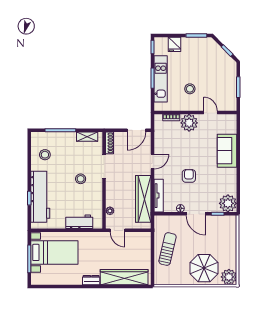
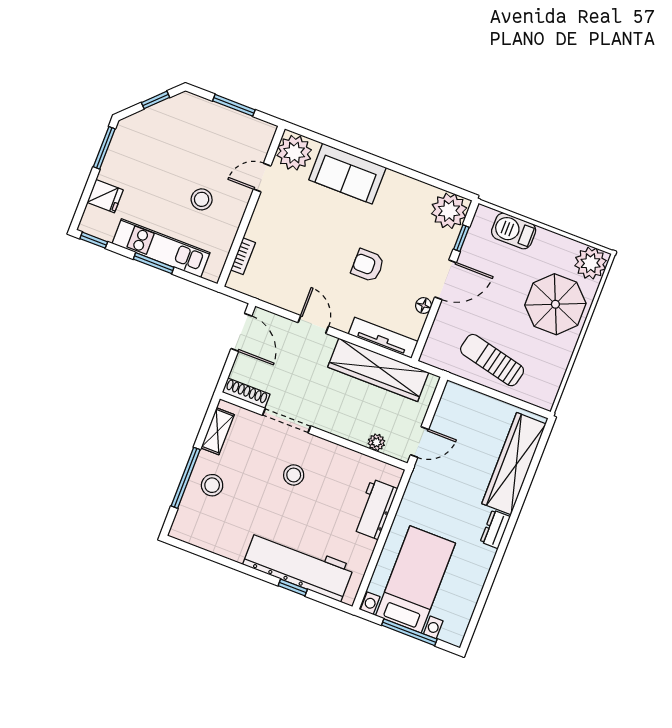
plant: (189, 123) -> (294, 153), moved
stool: (45, 155) -> (212, 485), moved
barbecue: (230, 236) -> (514, 231), added

